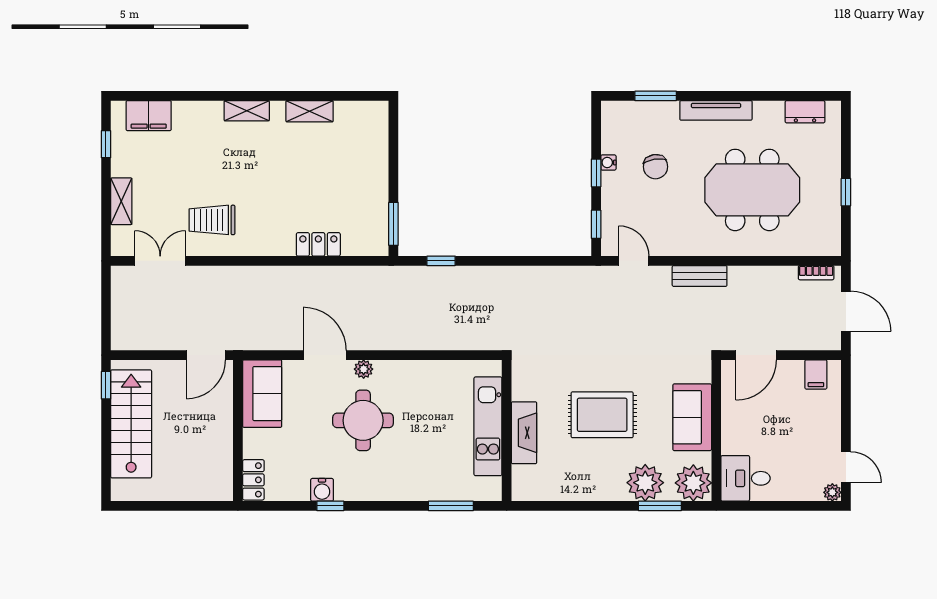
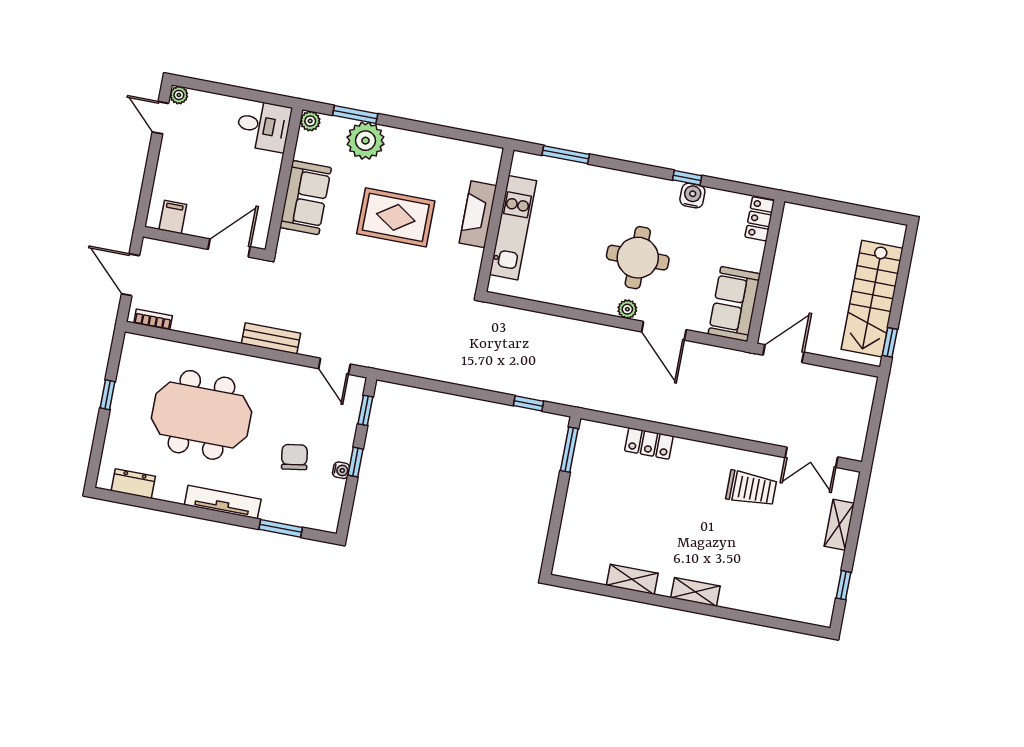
filing cabinet: (149, 116) -> (795, 606), removed
plant: (693, 483) -> (310, 121), width x0.53, depth x0.53

